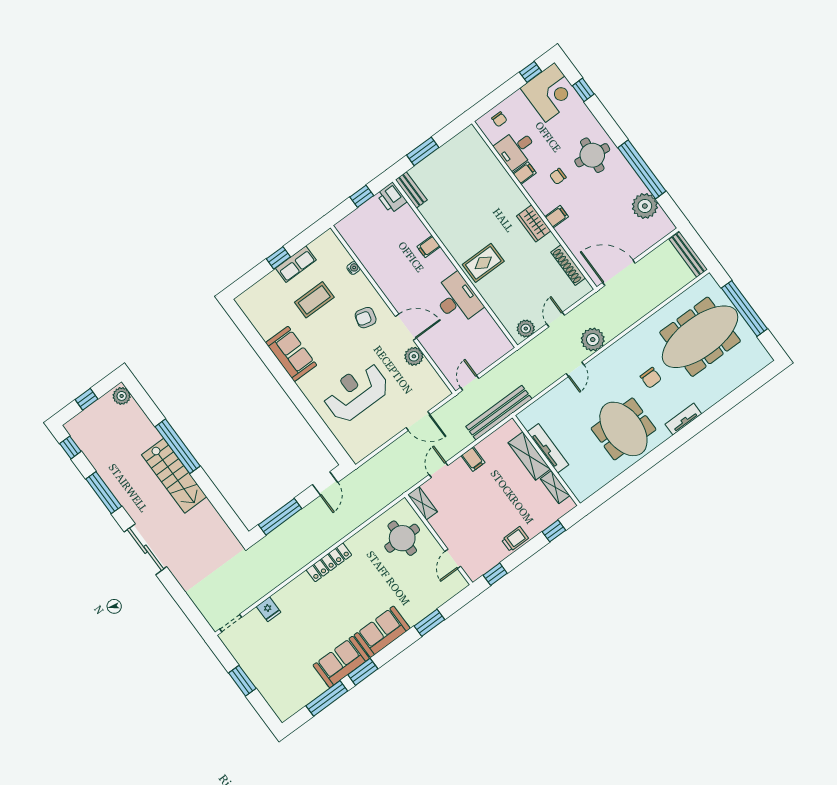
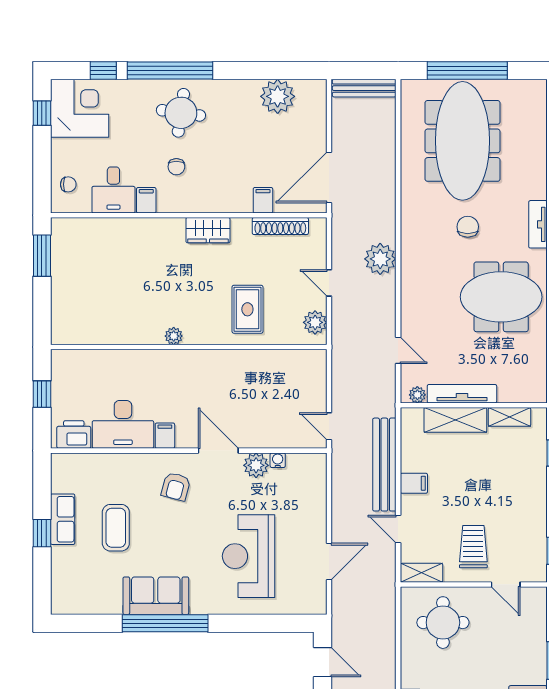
window: (423, 151) -> (42, 256), moved
window: (642, 169) -> (170, 71), moved
bench: (411, 190) -> (74, 336), removed
printer: (392, 198) -> (74, 435), moved, turned 180
filing cabinet: (557, 217) -> (263, 200), moved
filing cabinet: (429, 247) -> (165, 436), moved, turned 180
plant: (455, 250) -> (174, 336), added
rug: (483, 263) -> (247, 309), moved
water cooler: (353, 268) -> (278, 460), moved
desk: (457, 299) -> (123, 424), moved, turned 180
door: (406, 327) -> (218, 451), hinge flipped
door: (575, 369) -> (398, 350), moved
window: (279, 372) -> (165, 623), added
chair: (651, 378) -> (468, 227), turned -90
bench: (499, 413) -> (384, 465), moved
door: (418, 421) -> (329, 562), moved
plant: (528, 422) -> (417, 395), added
trolley: (515, 539) -> (473, 547), moved, width x1.36, depth x1.39

